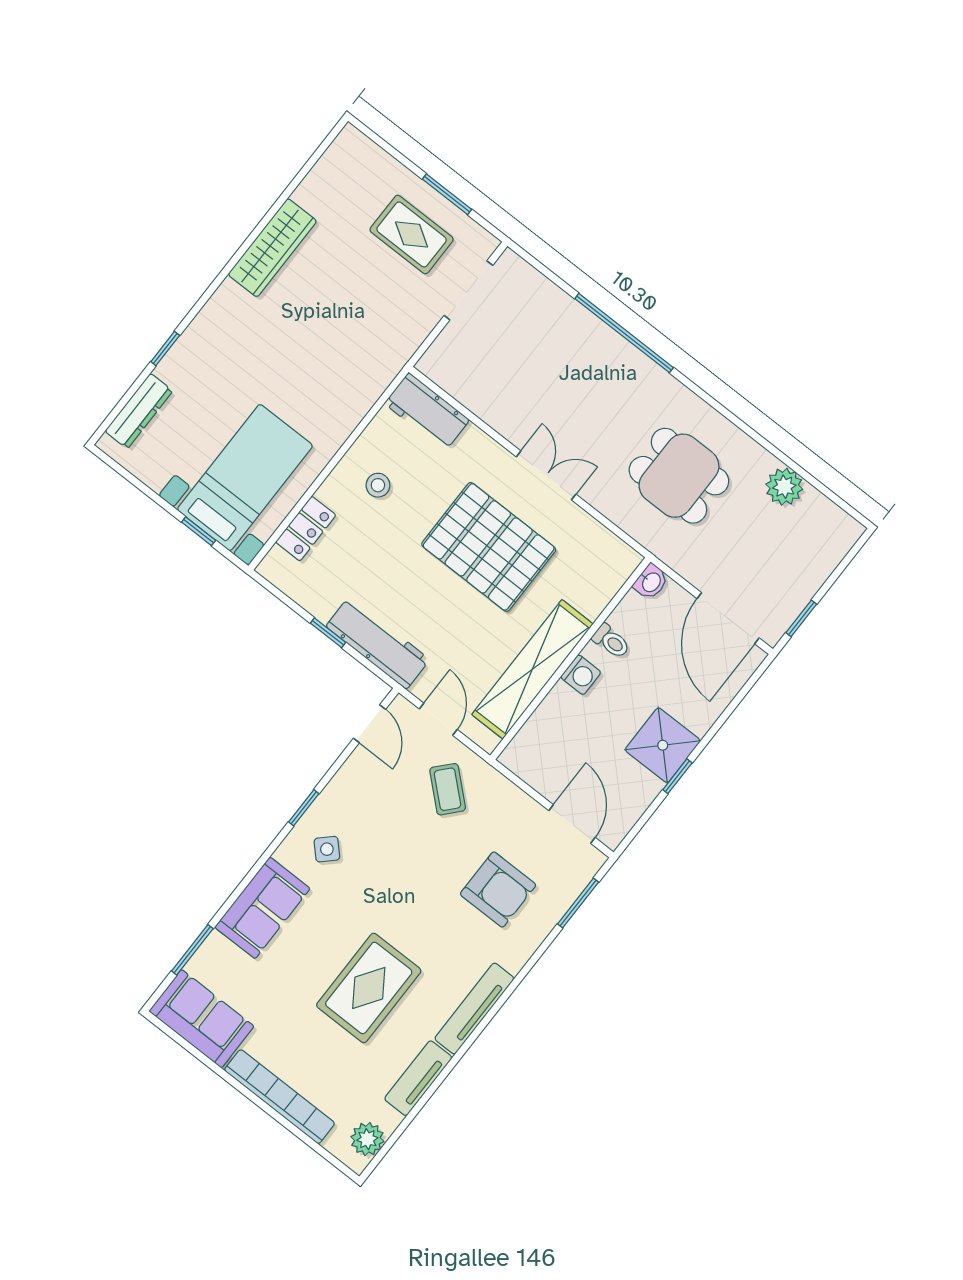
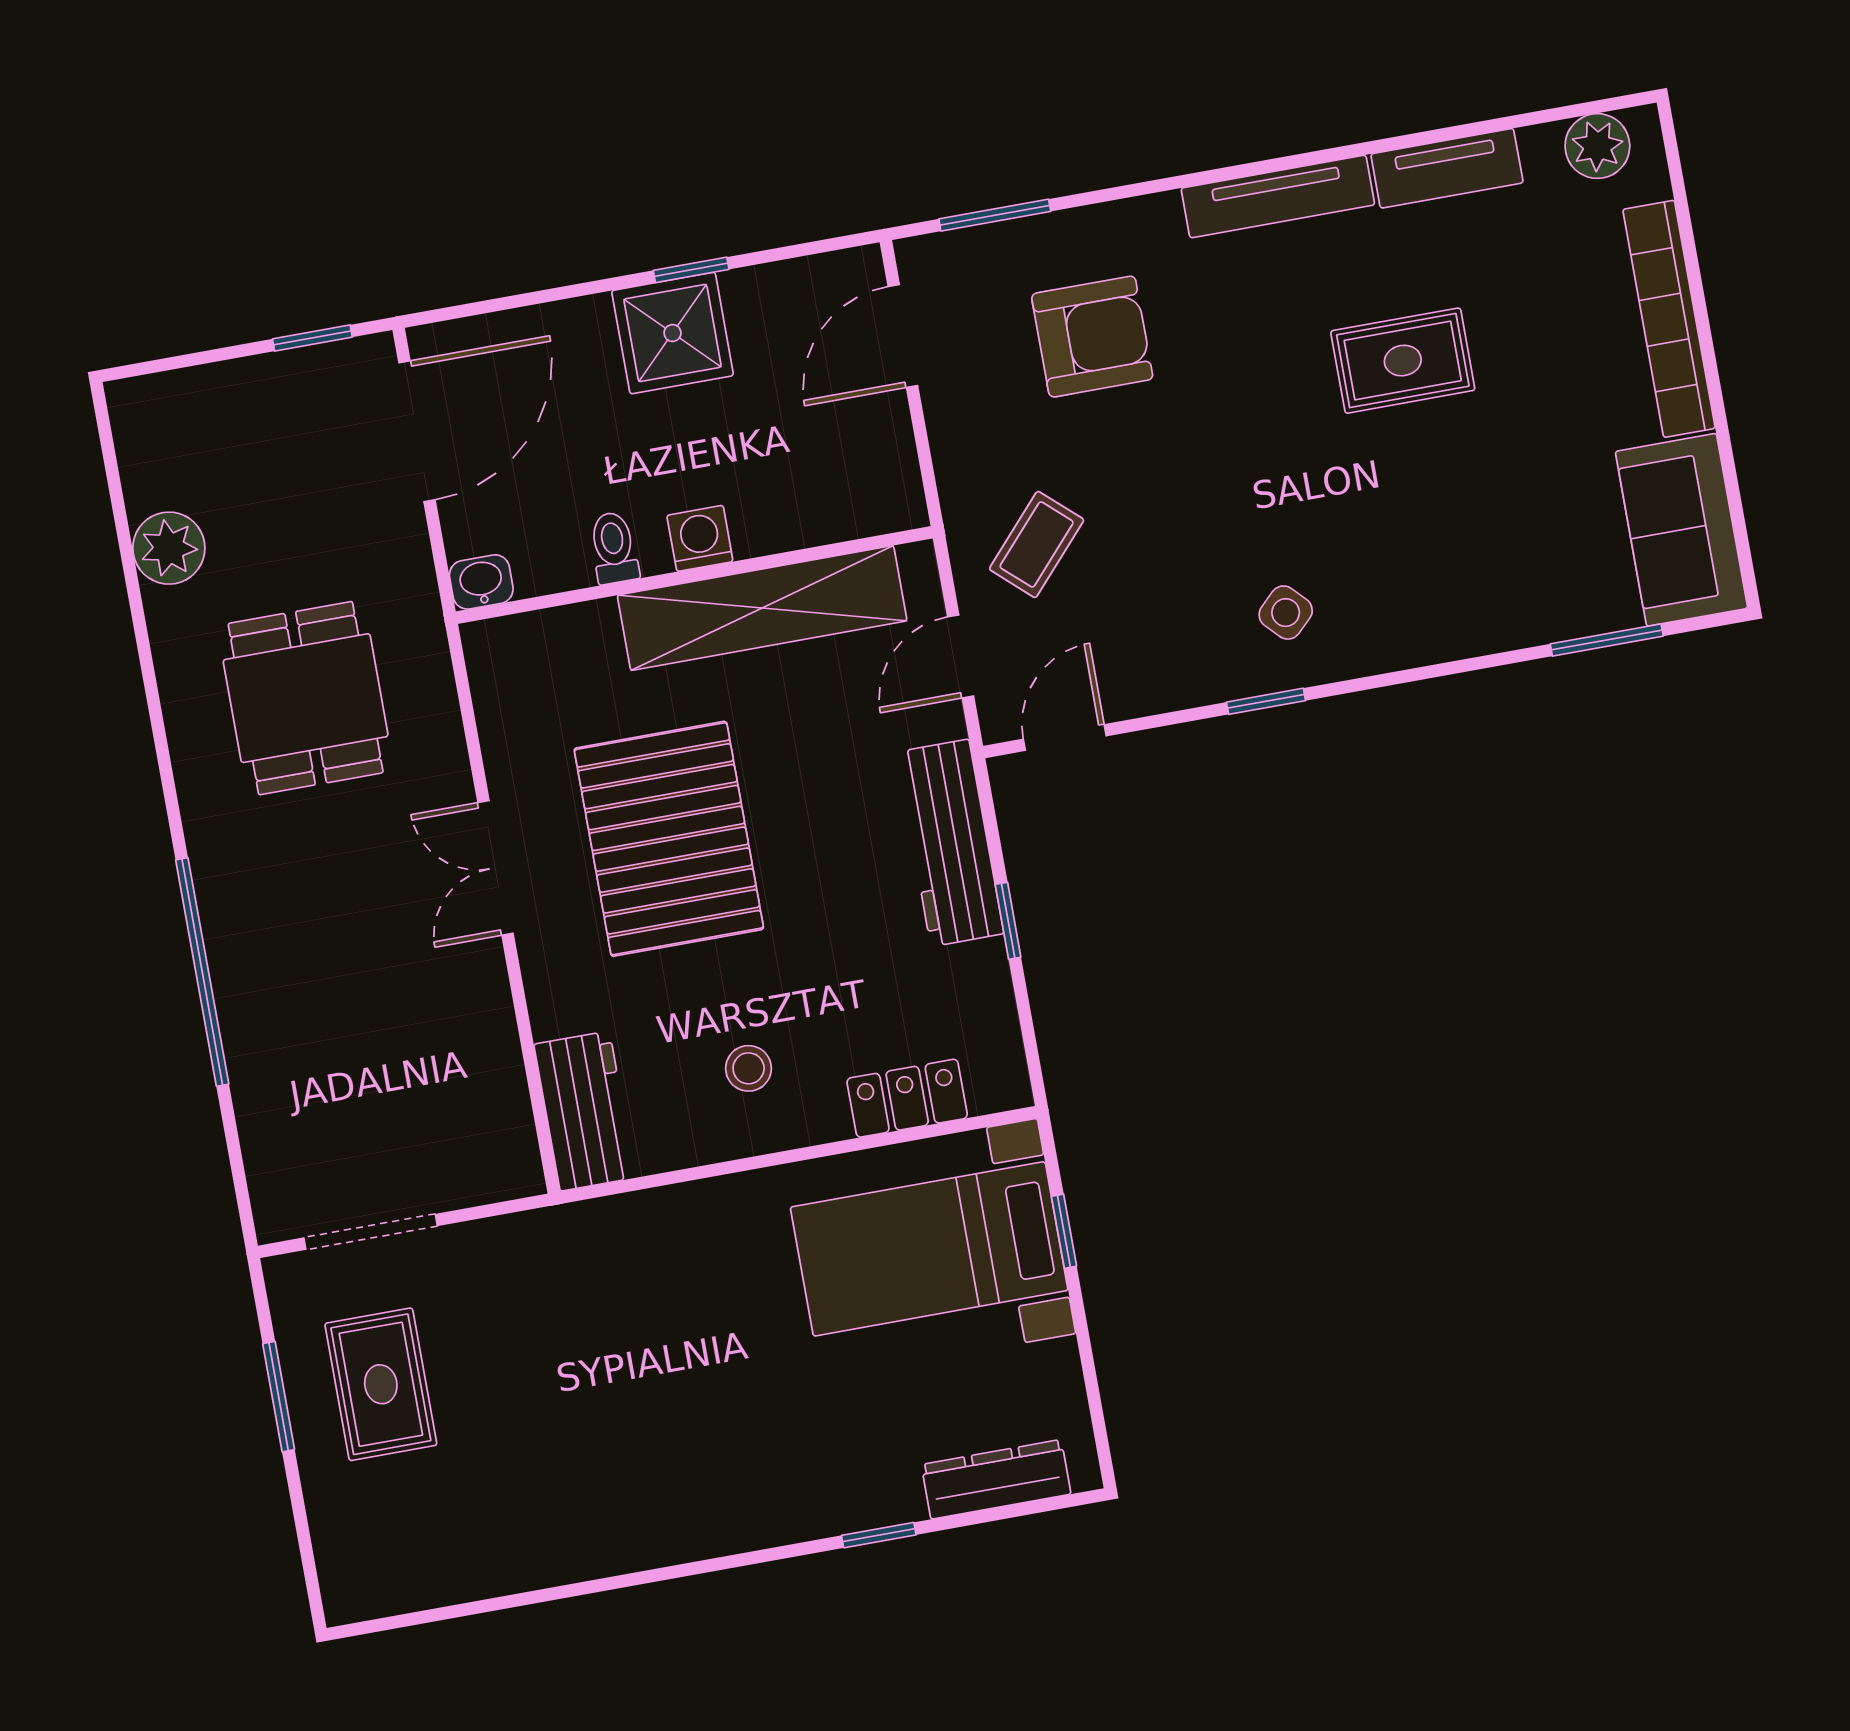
wardrobe: (272, 248) -> (597, 1543), removed
armchair: (498, 889) -> (1092, 337), turned 90
sofa: (262, 908) -> (1453, 611), removed
rug: (369, 988) -> (1403, 361), width x0.73, depth x0.70

